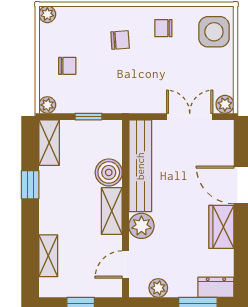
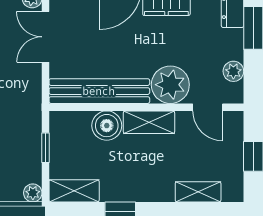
plant: (141, 226) -> (170, 85), width x1.36, depth x1.36

